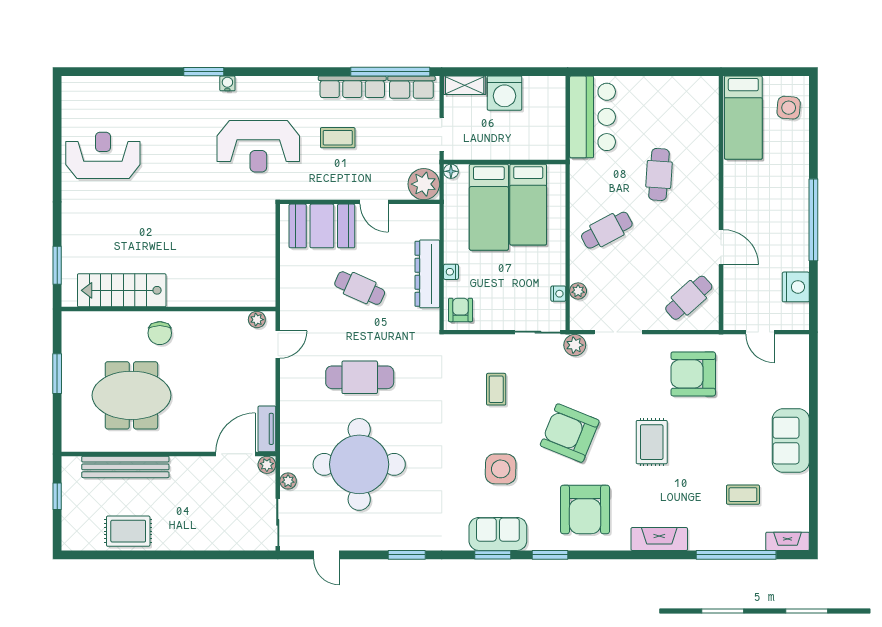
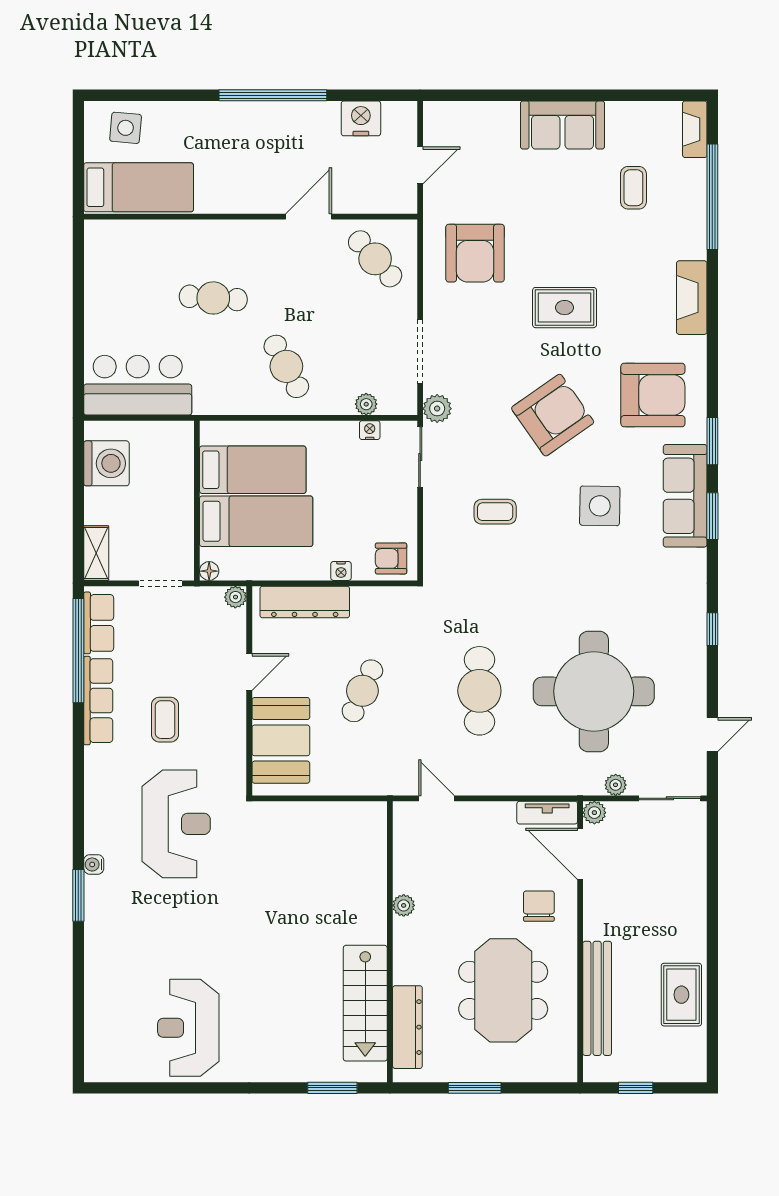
washing machine: (504, 93) -> (106, 463), moved
plant: (424, 184) -> (235, 597), width x0.53, depth x0.53
dresser: (427, 274) -> (305, 602), moved
plant: (257, 320) -> (404, 905), moved
dresser: (103, 322) -> (407, 1027), added
chair: (160, 333) -> (539, 906), moved, turned -90
armchair: (570, 433) -> (553, 415), turned -147
sofa: (498, 534) -> (685, 496), width x1.36
window: (407, 555) -> (712, 629), width x0.67

